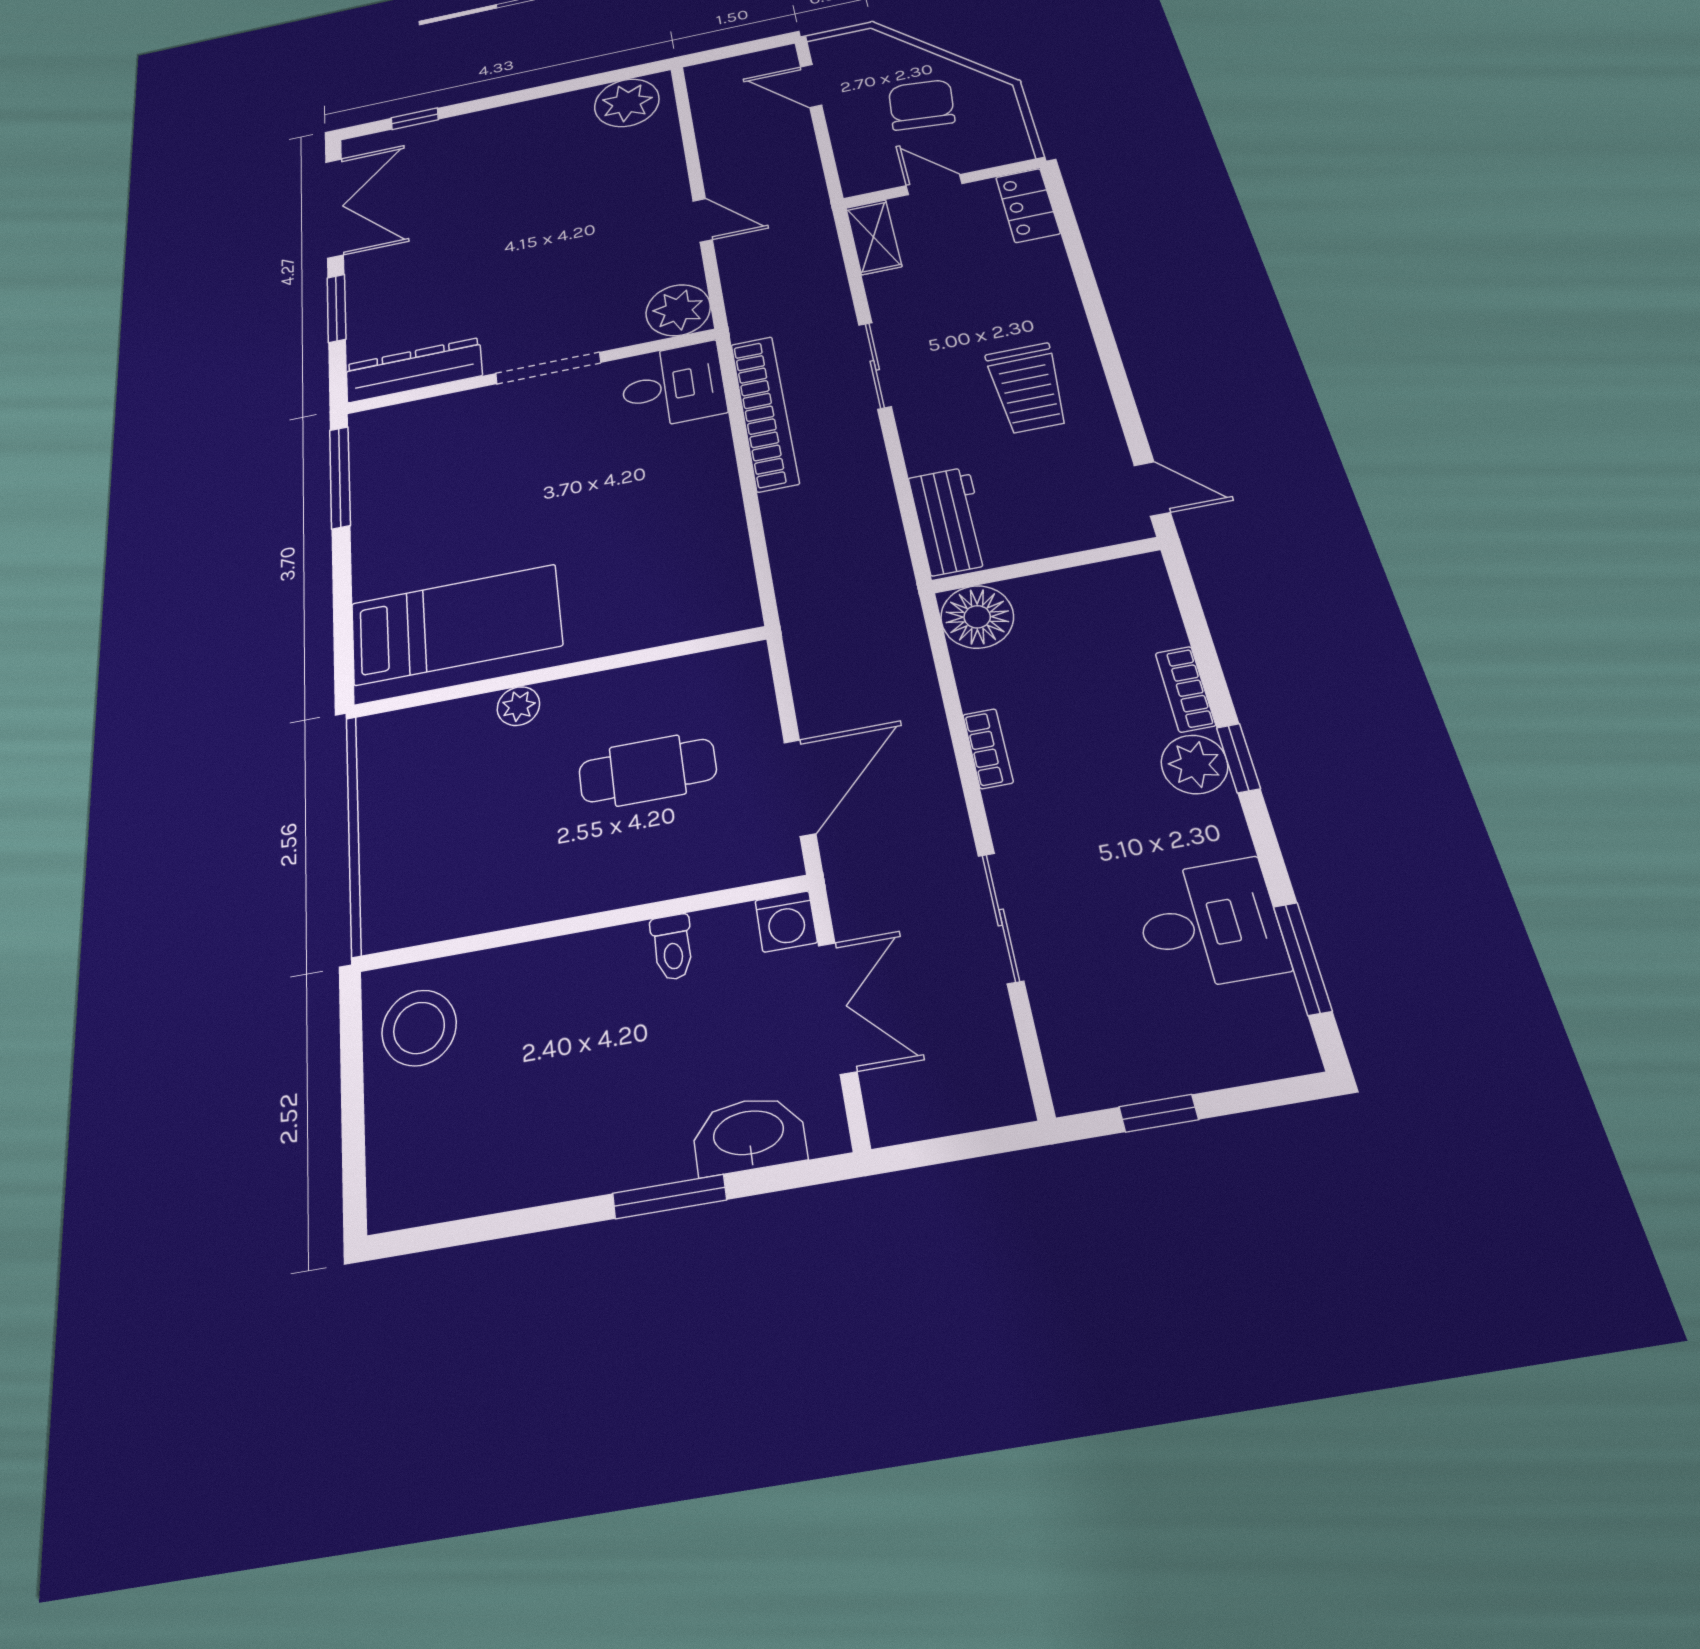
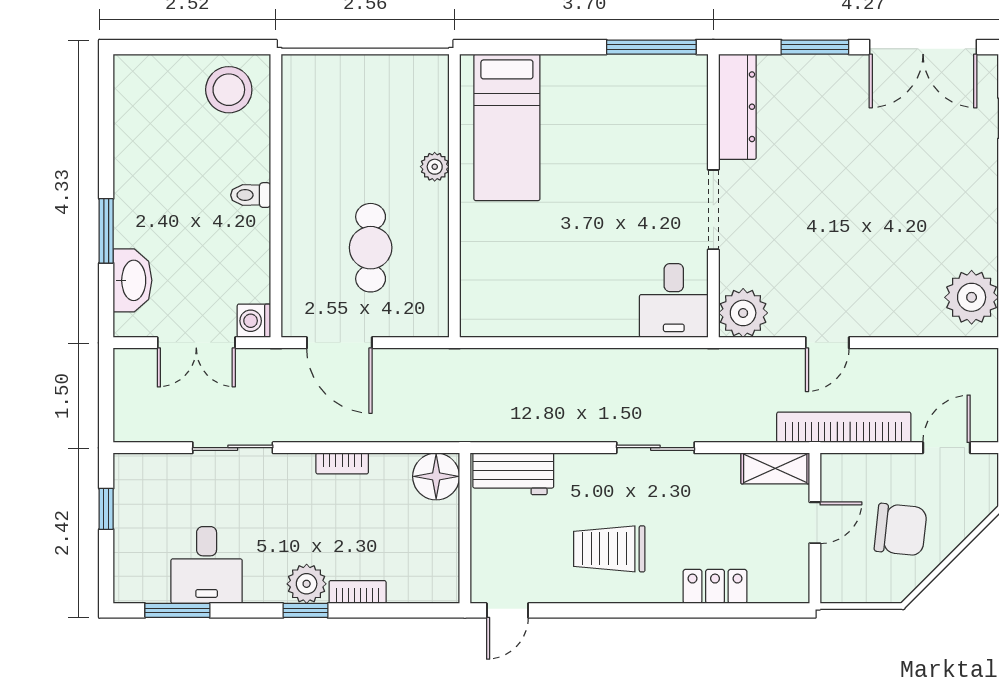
locker: (1028, 205) -> (715, 586), moved
bookcase: (765, 413) -> (844, 427), moved, turned 180
toilet: (672, 947) -> (251, 195), moved

